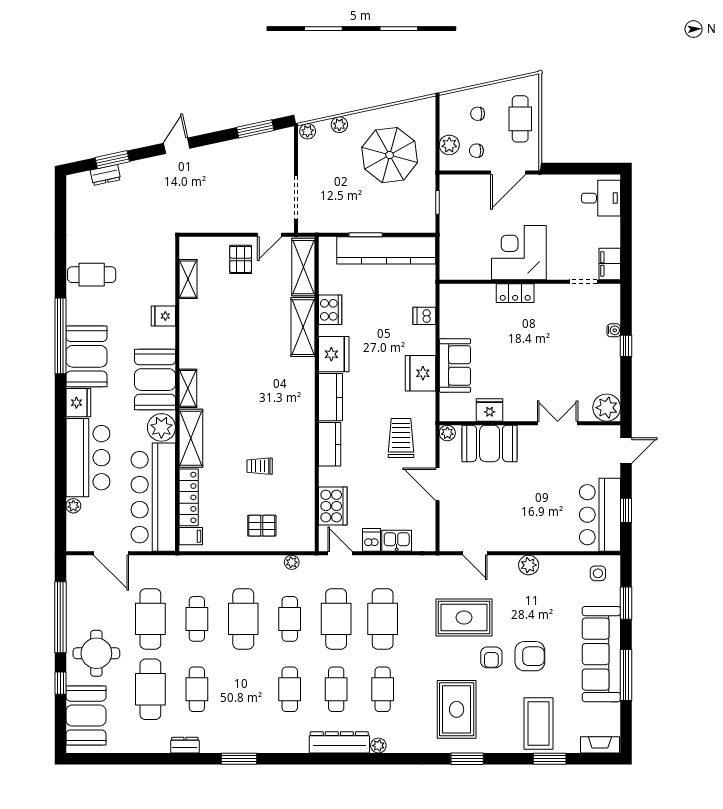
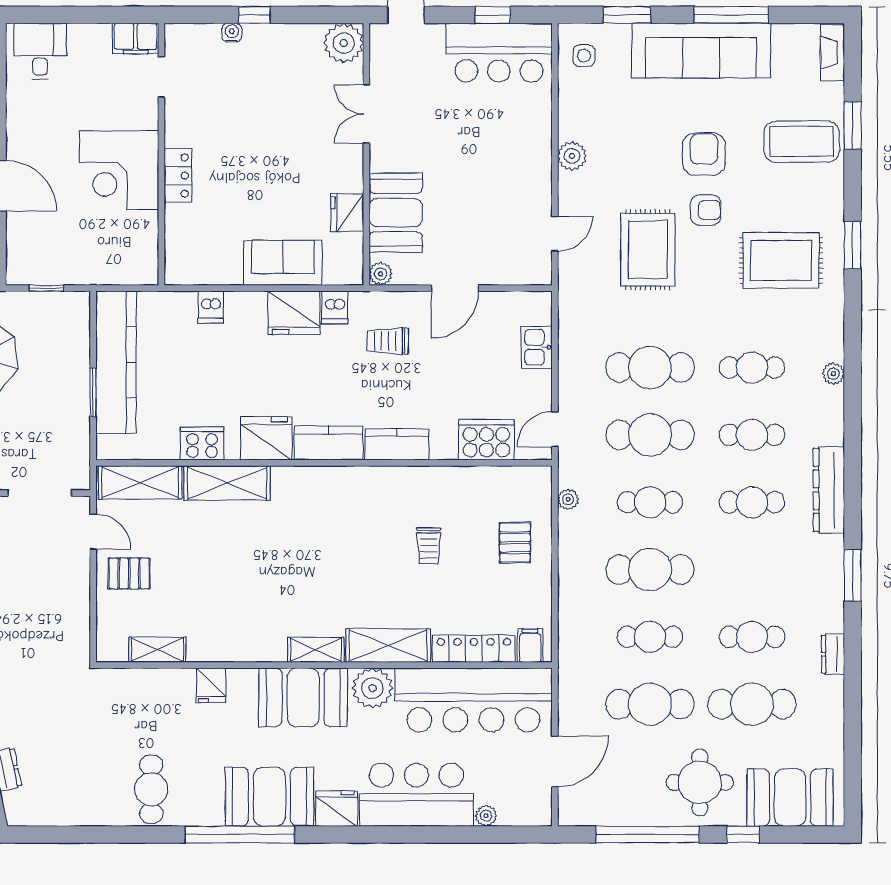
trolley: (401, 438) -> (388, 341), width x0.73, depth x0.72
dishwasher: (372, 540) -> (335, 307), moved, turned -90
dresser: (339, 742) -> (829, 490), moved

